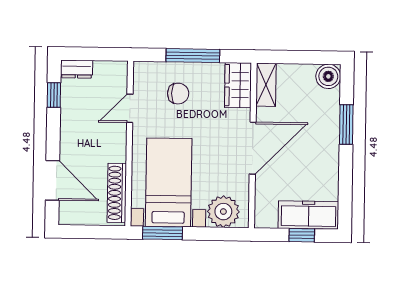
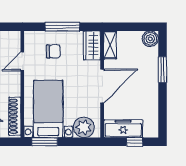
freezer: (308, 215) -> (123, 129), moved

